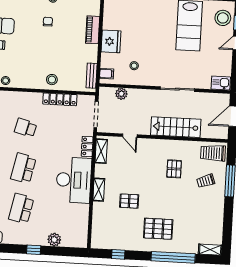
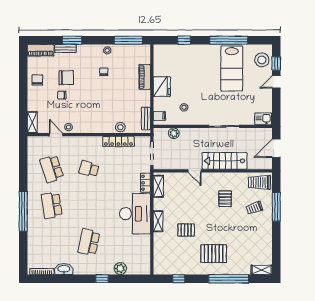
stool: (52, 80) -> (120, 127), moved
door: (130, 136) -> (195, 171), moved
school desk: (23, 168) -> (89, 205), removed

